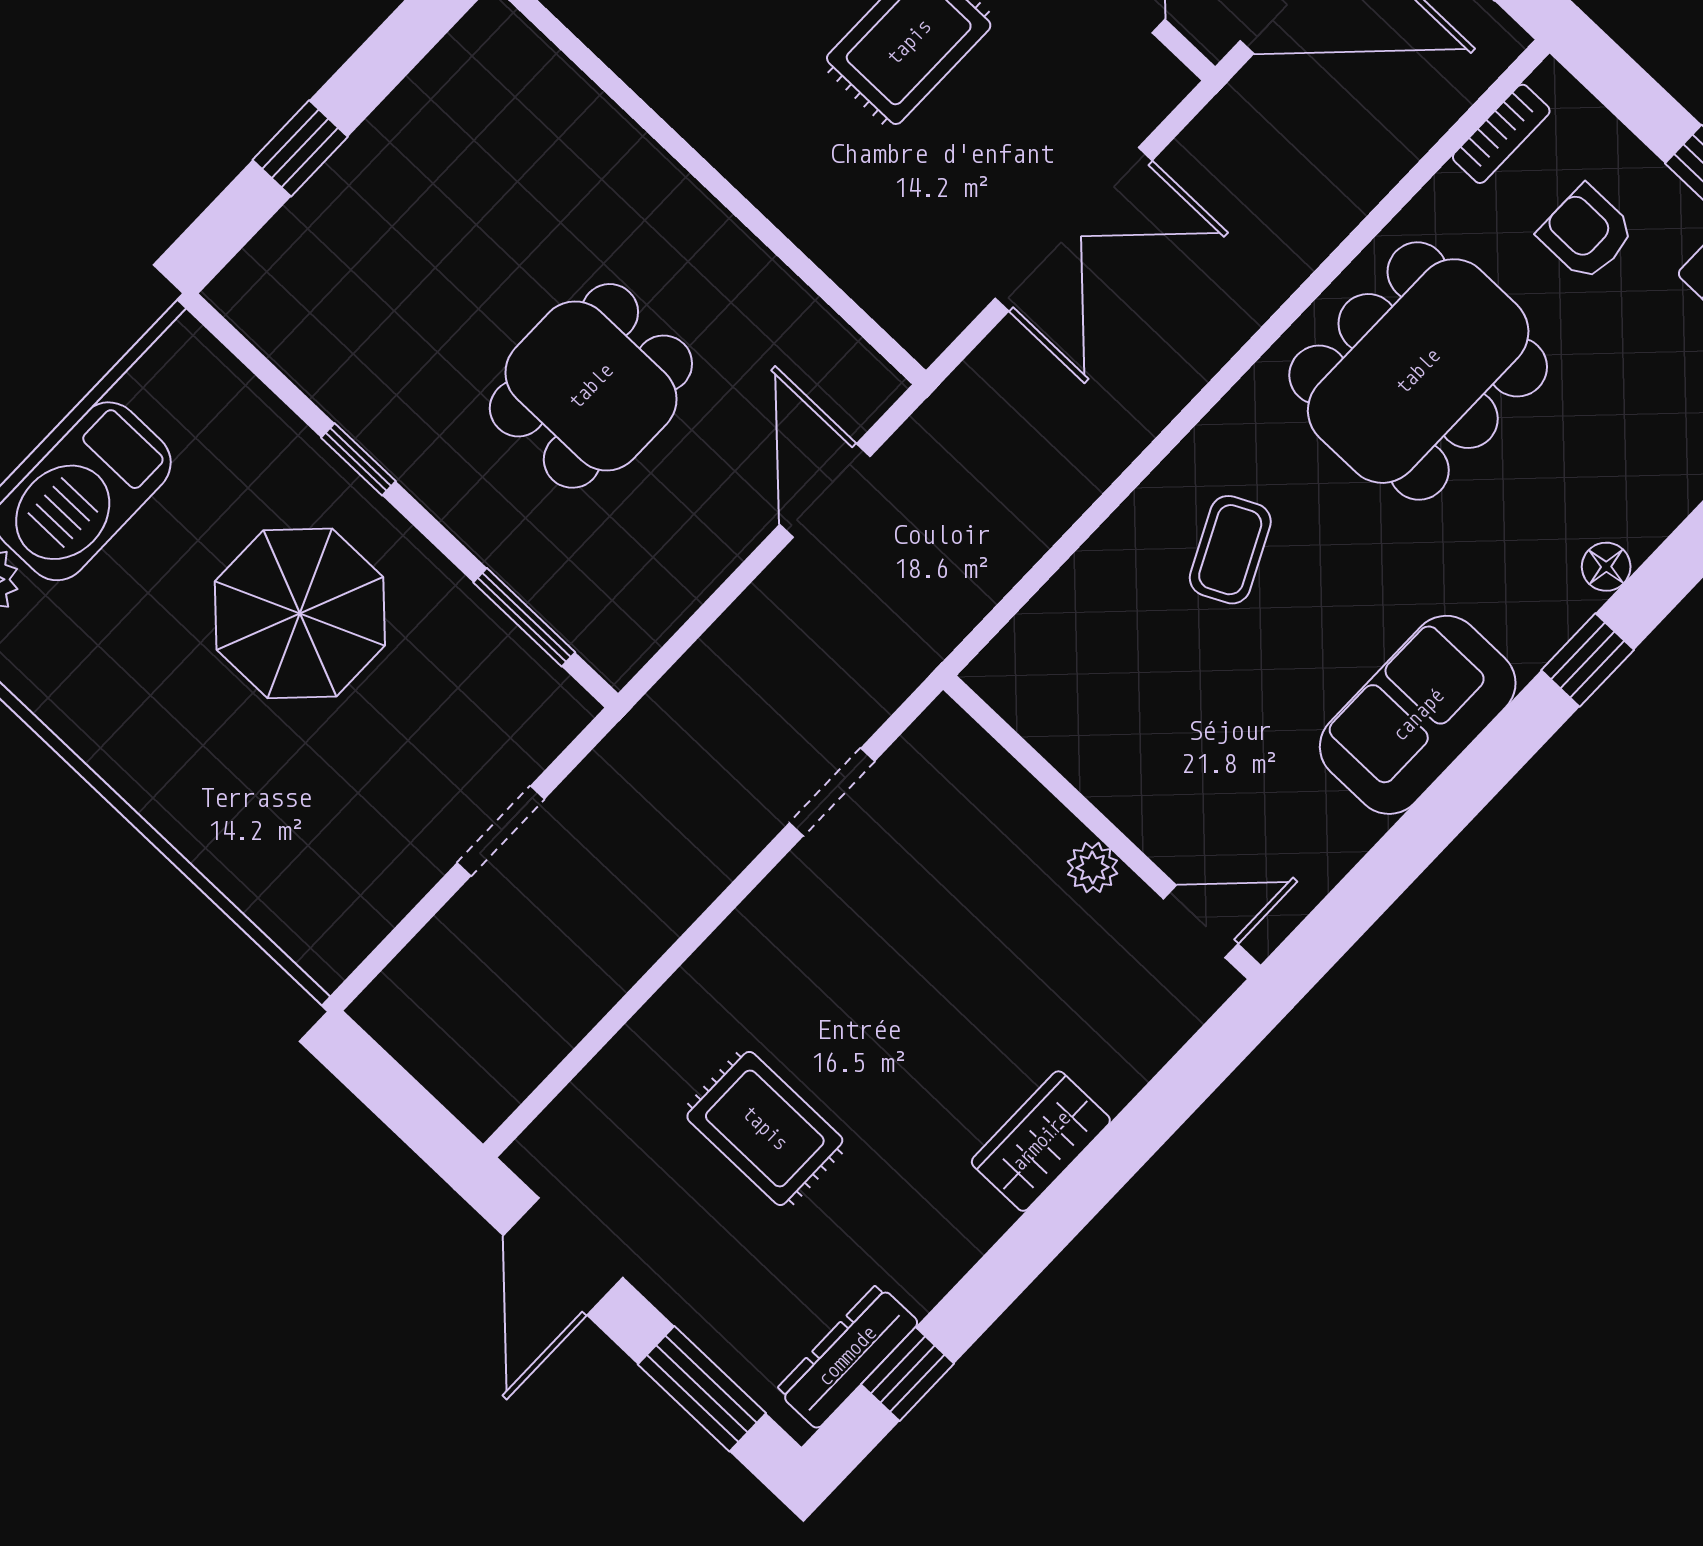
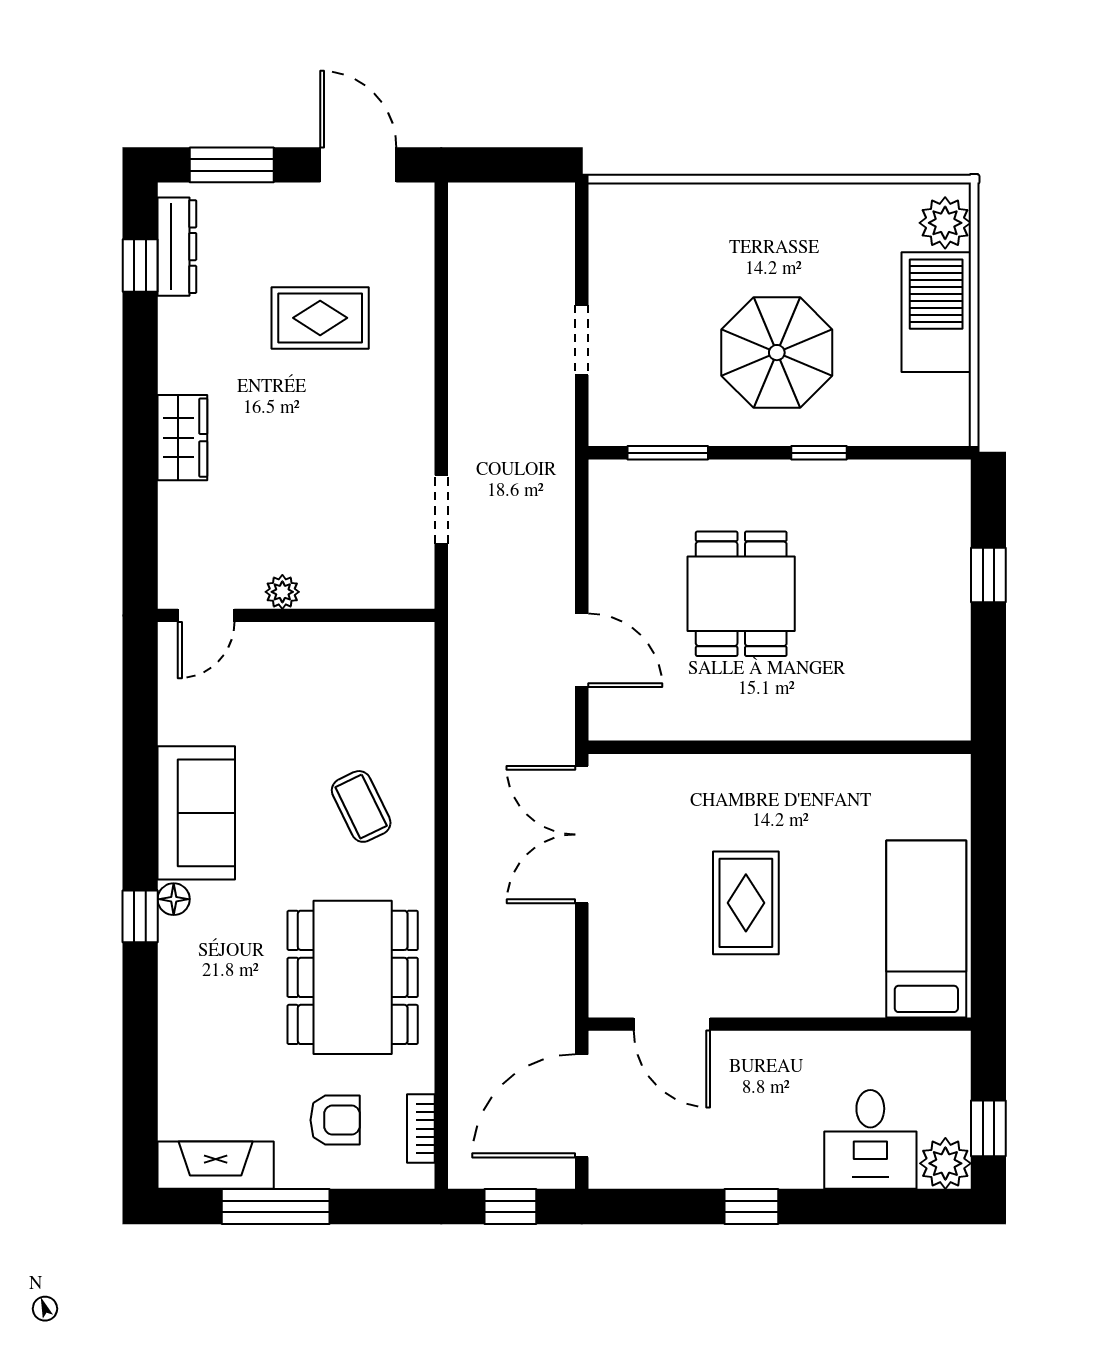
double door: (1074, 229) -> (582, 835), moved
floor lamp: (1606, 567) -> (174, 899), moved

